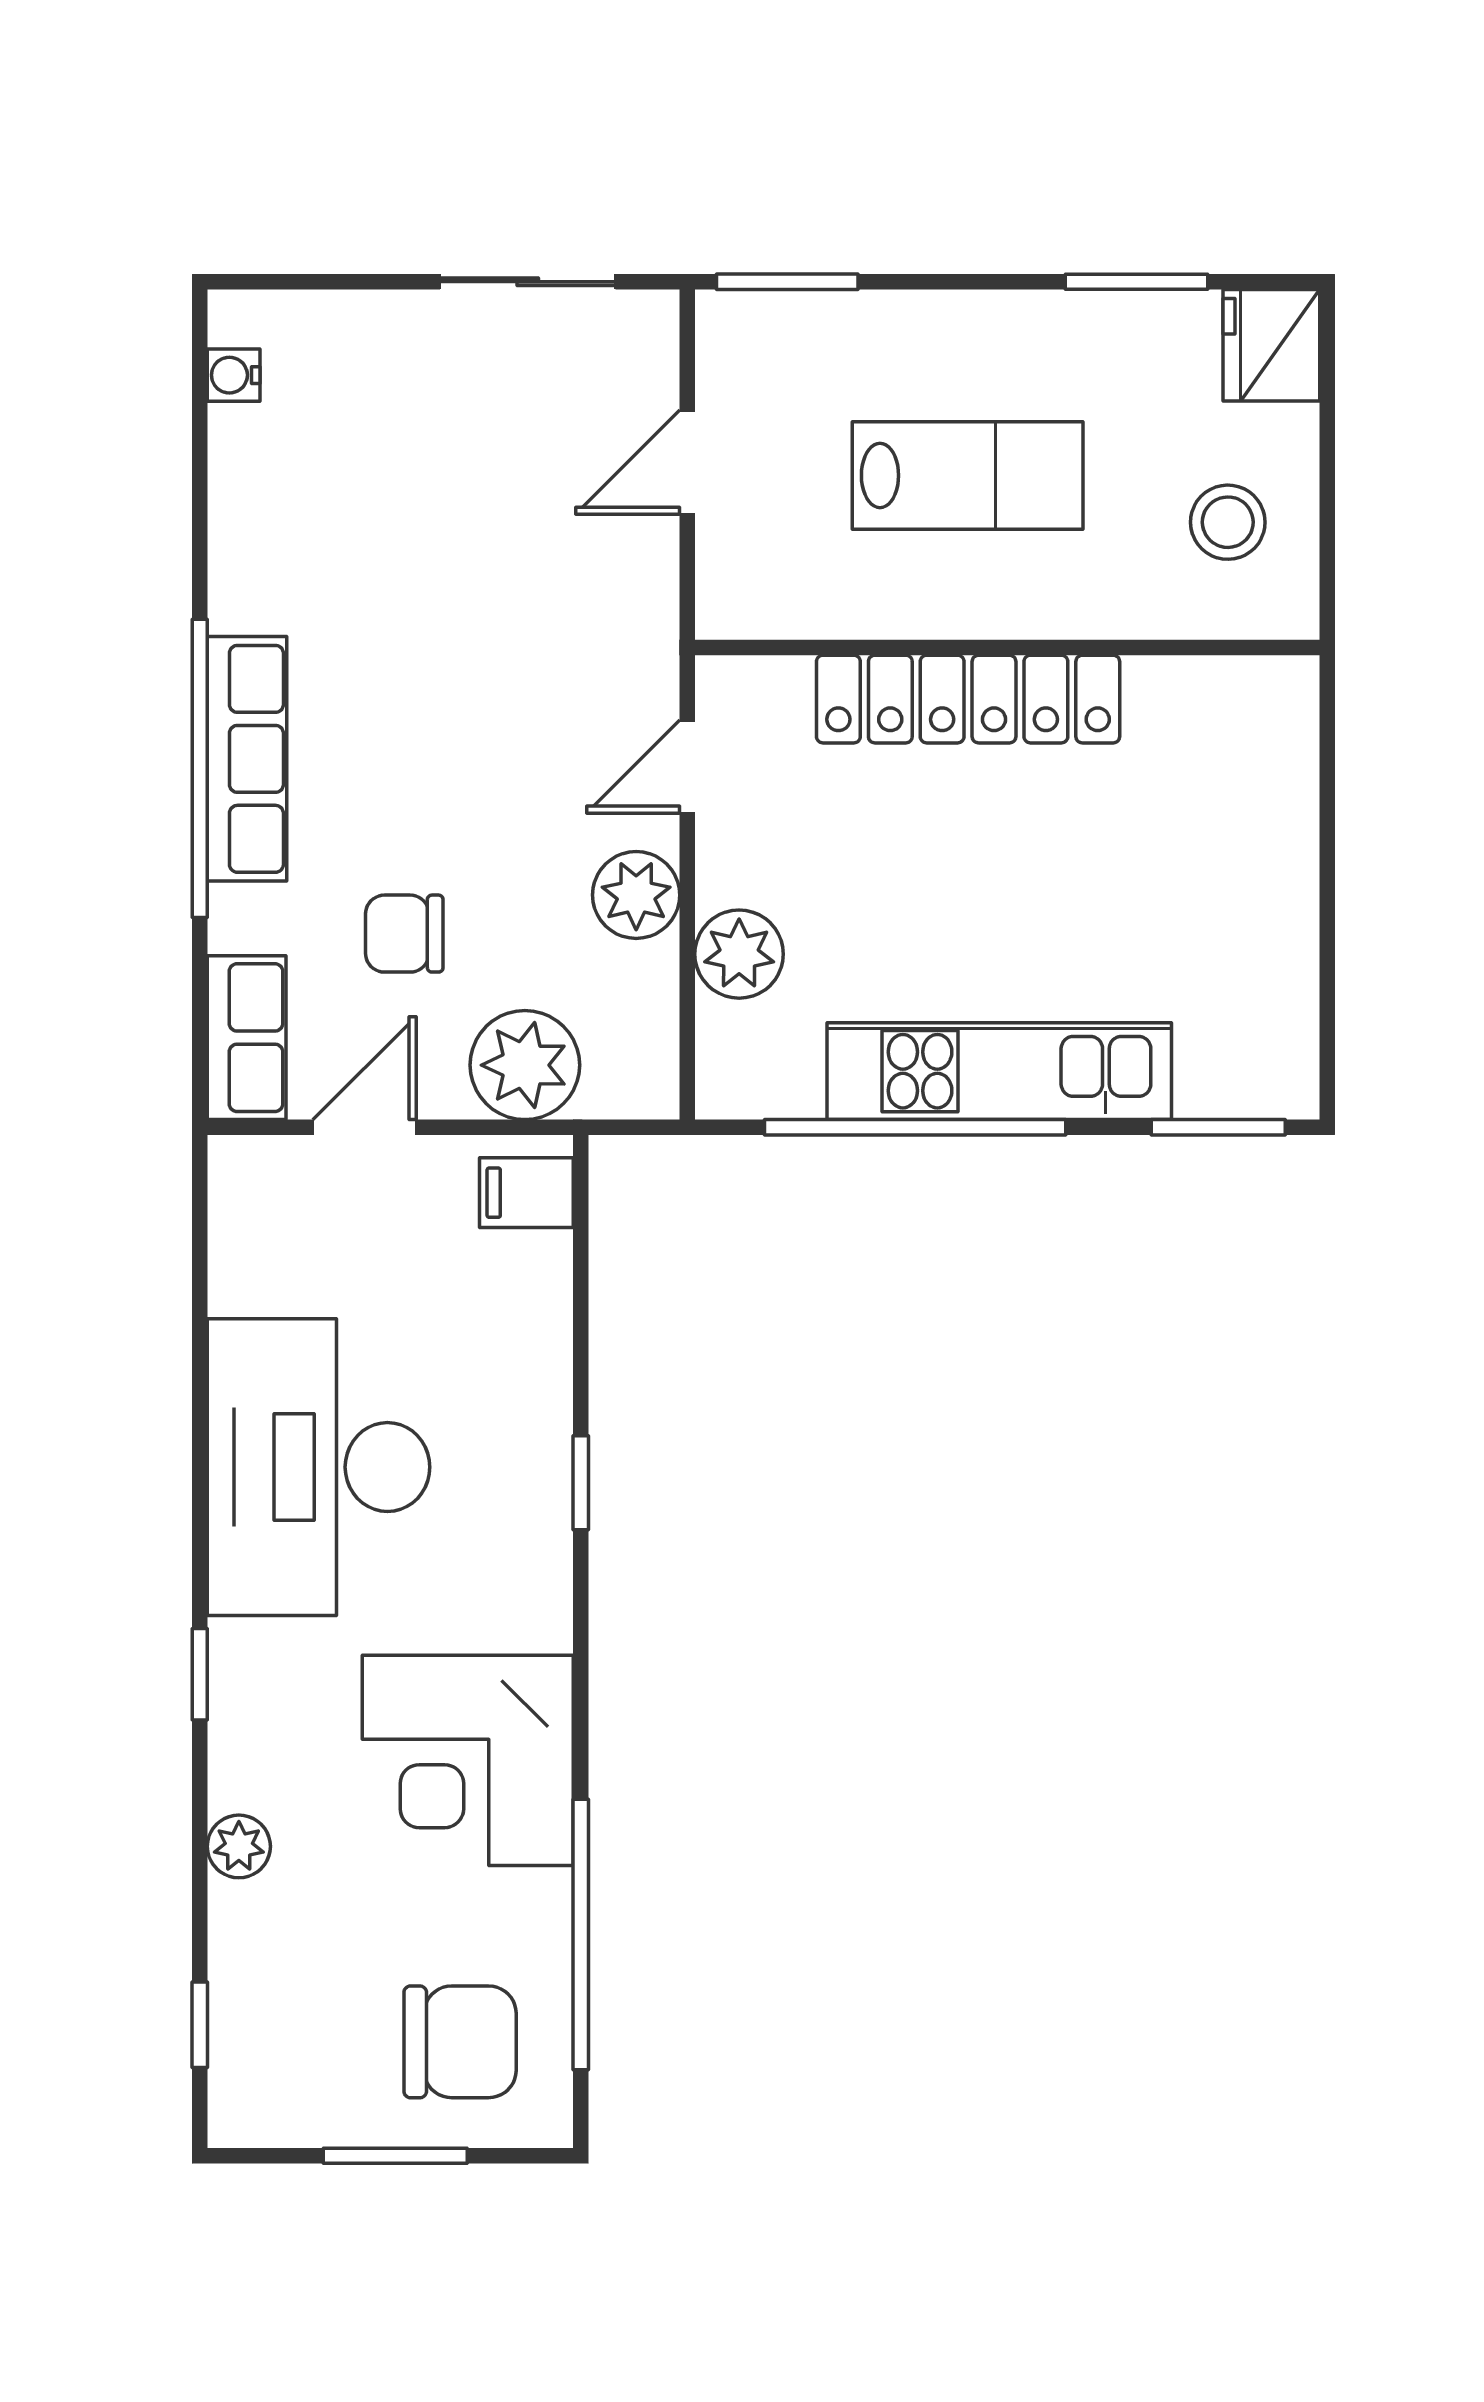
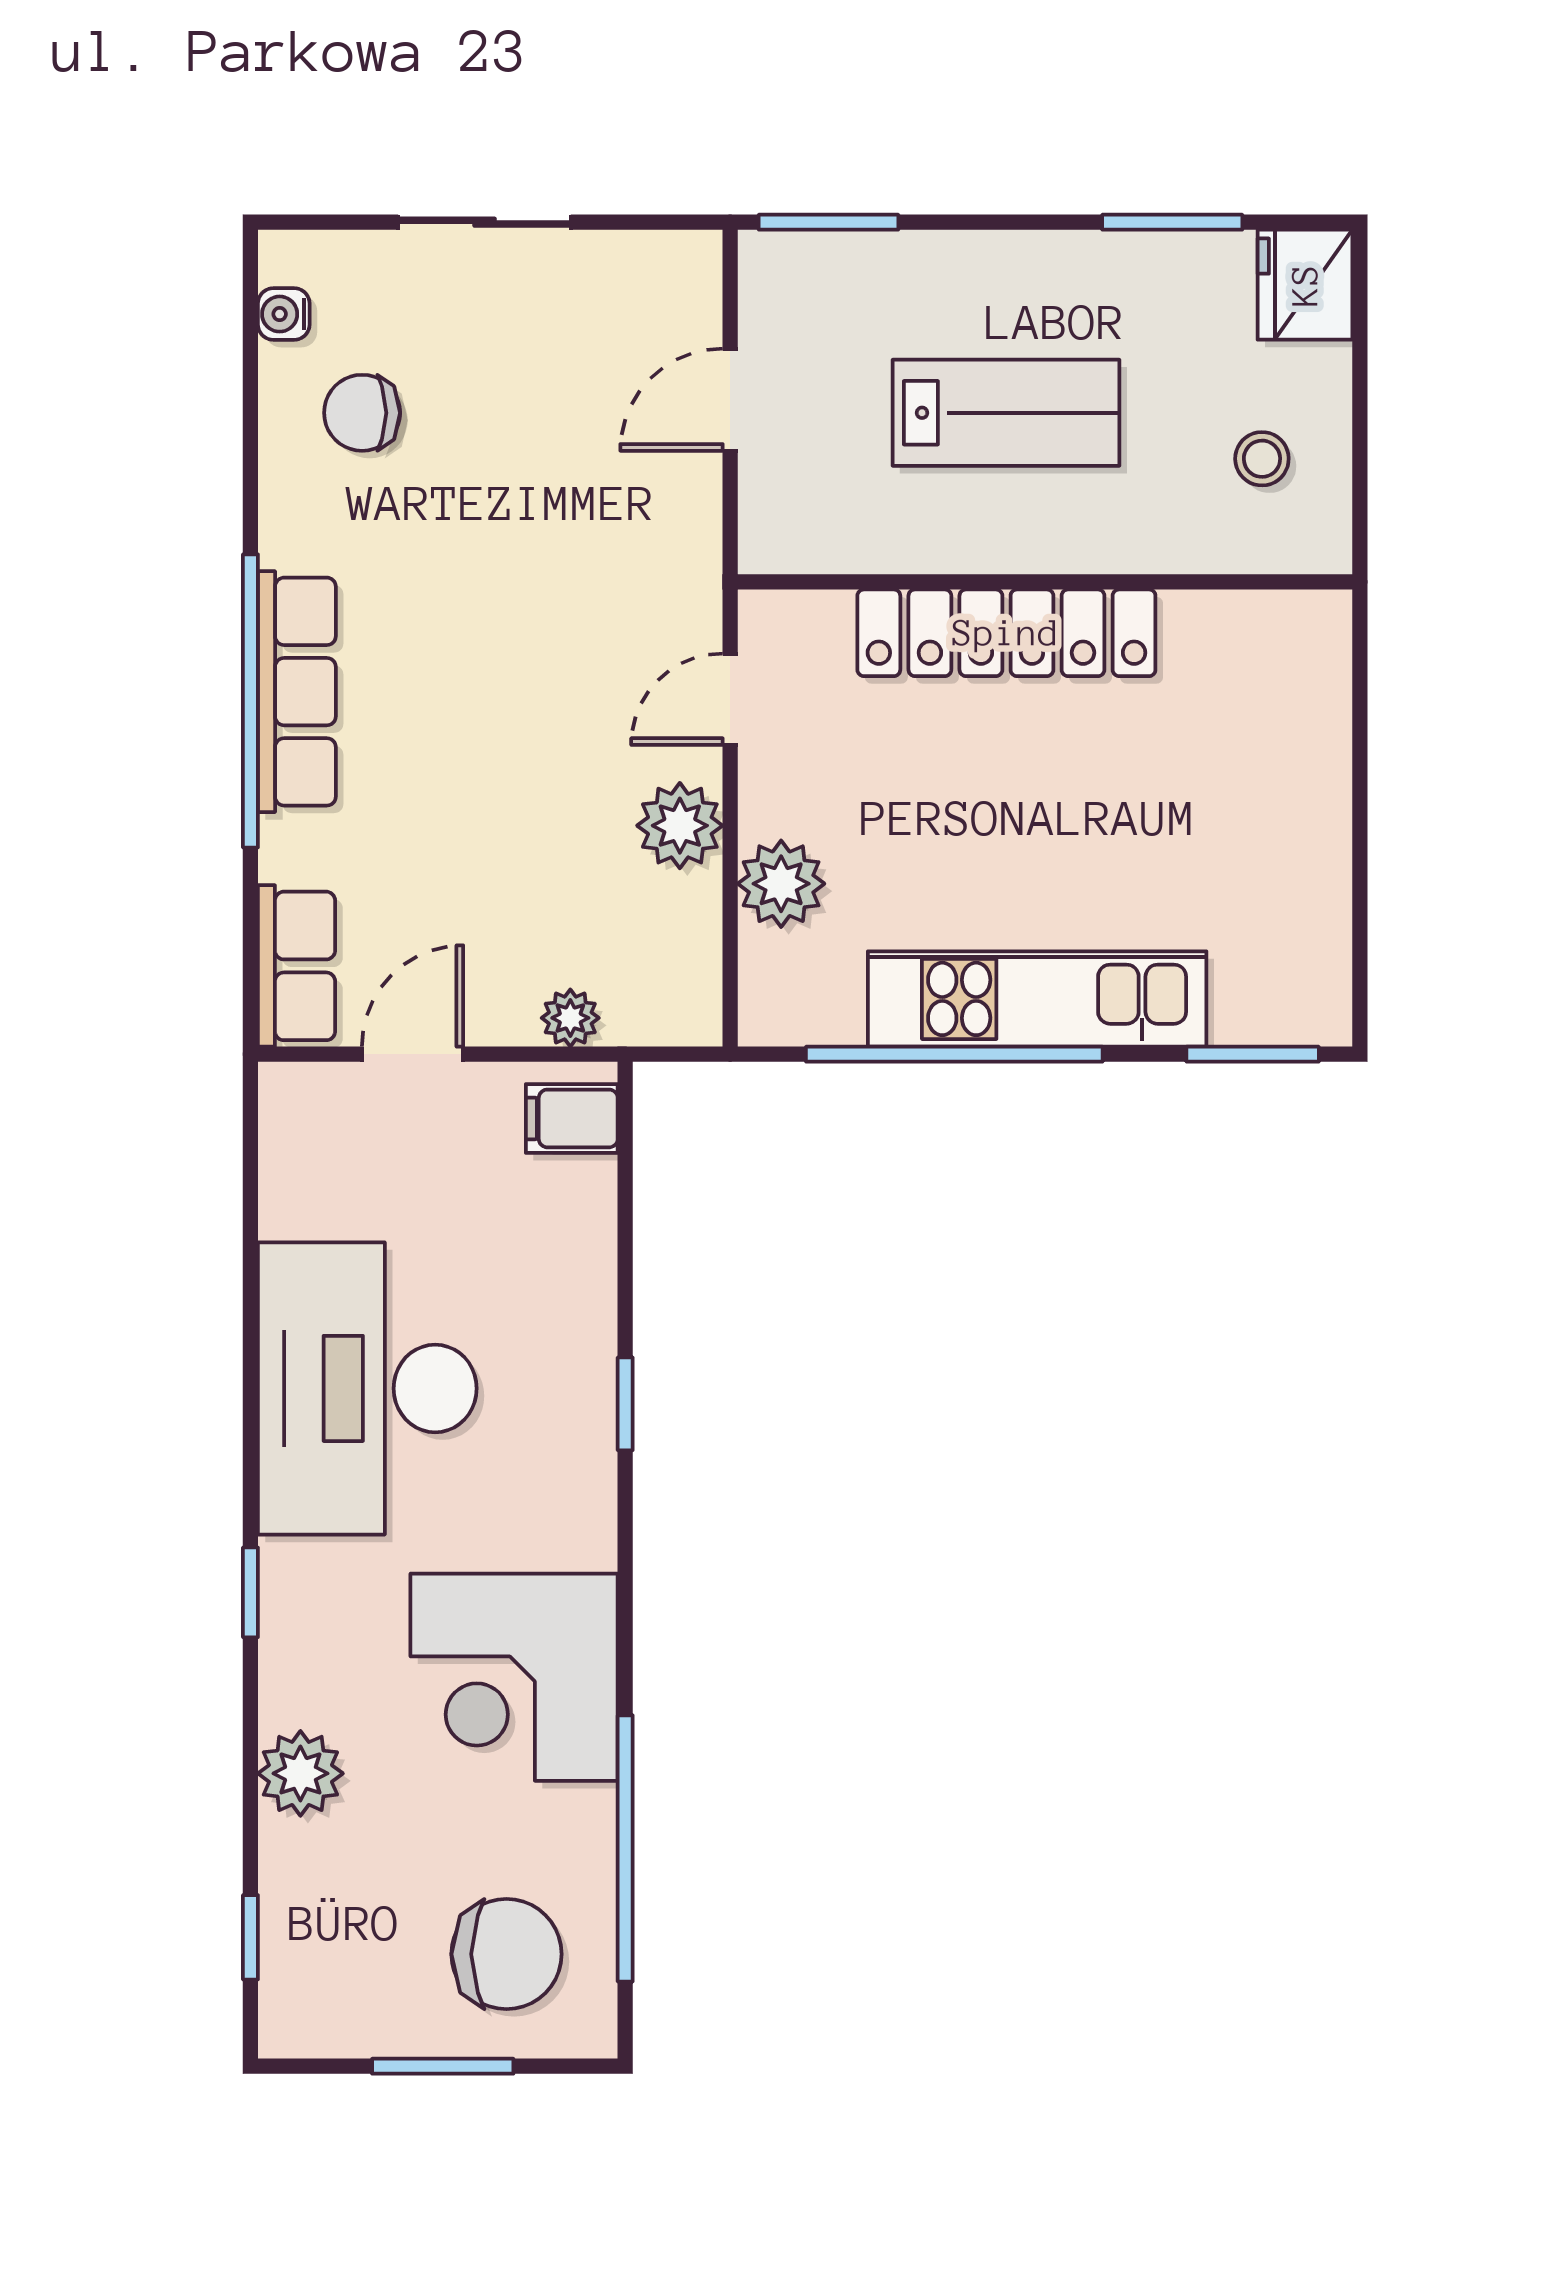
sliding door: (528, 282) -> (485, 222), moved
stool: (1228, 522) -> (1262, 459), width x0.73, depth x0.73
chair: (404, 934) -> (362, 413), moved
plant: (525, 1065) -> (570, 1018), width x0.53, depth x0.53
plant: (239, 1846) -> (300, 1773), width x1.38, depth x1.38

